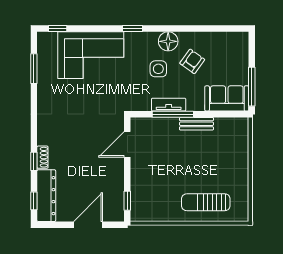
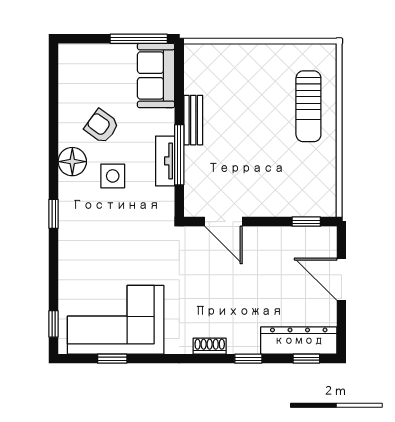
corner sofa: (91, 55) -> (116, 320), moved, turned -90
window: (34, 69) -> (112, 359), width x0.67
shoe rack: (42, 157) -> (210, 346), moved

